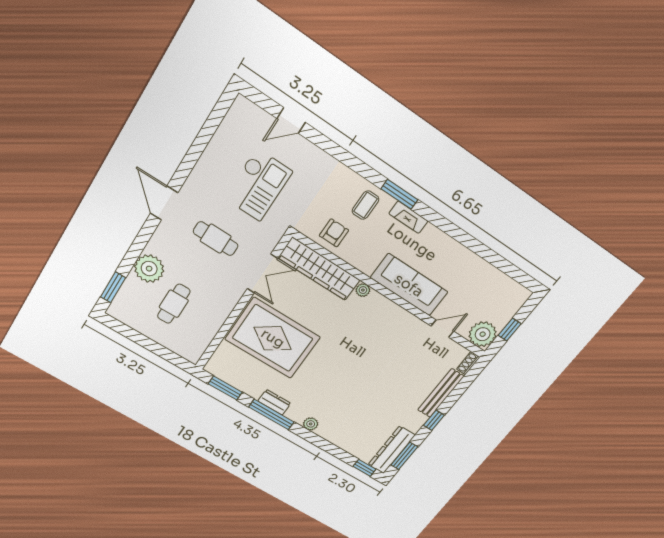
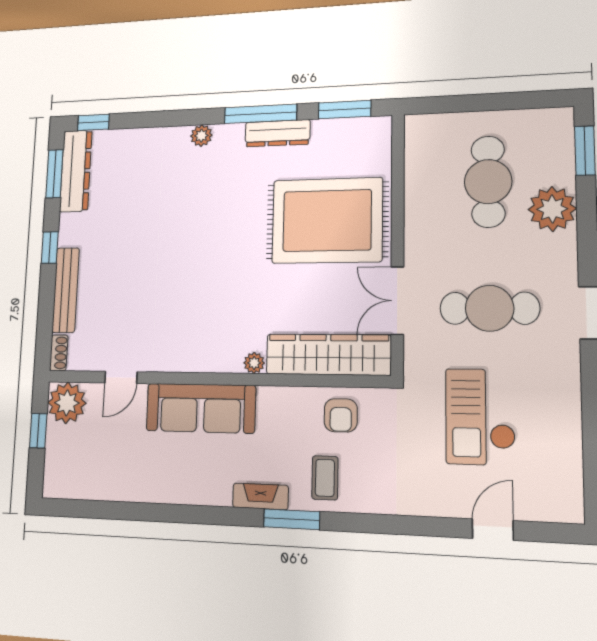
cafe table: (216, 239) -> (490, 308), width x1.37, depth x1.35
cafe table: (174, 304) -> (488, 182), width x1.37, depth x1.35
dresser: (274, 402) -> (278, 133), width x1.44

